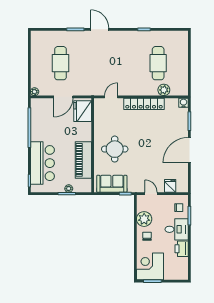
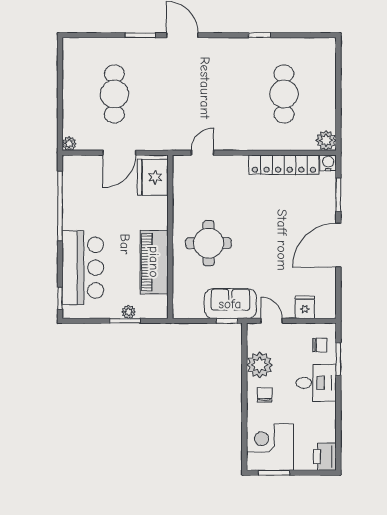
plant: (164, 90) -> (326, 140), moved
locker: (144, 104) -> (284, 165), moved
sofa: (112, 184) -> (230, 304), moved
printer: (182, 249) -> (325, 457), moved

